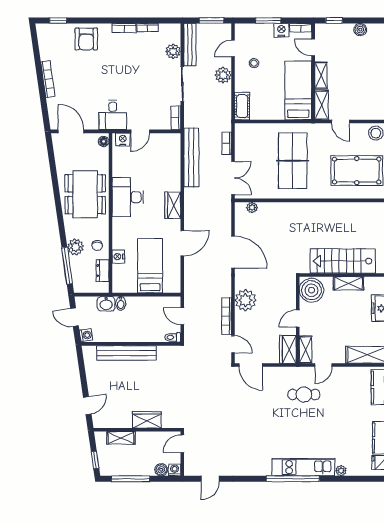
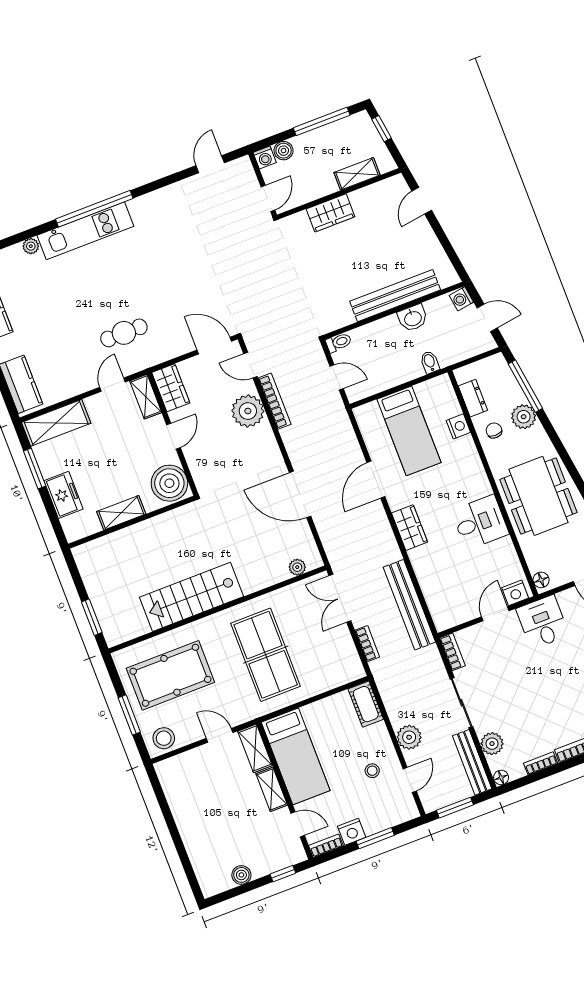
floor lamp: (176, 28) -> (501, 777), added
desk: (128, 197) -> (480, 522), width x0.73
stairs: (343, 261) -> (192, 597), moved, turned 180
plant: (246, 300) -> (248, 411), moved
washbasin: (106, 304) -> (413, 318), moved, turned 180

